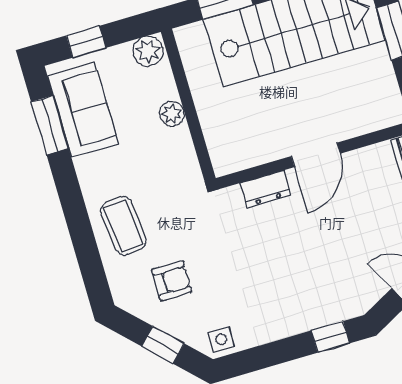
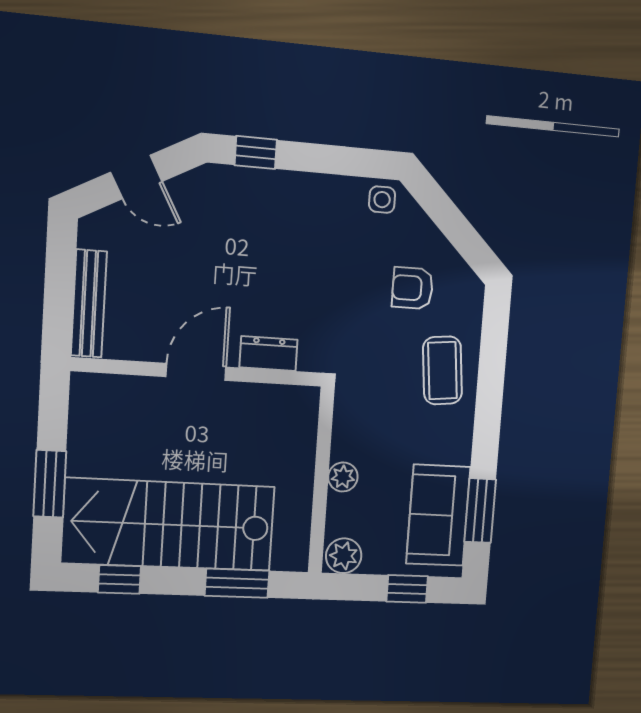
window: (163, 345) -> (449, 219), removed

